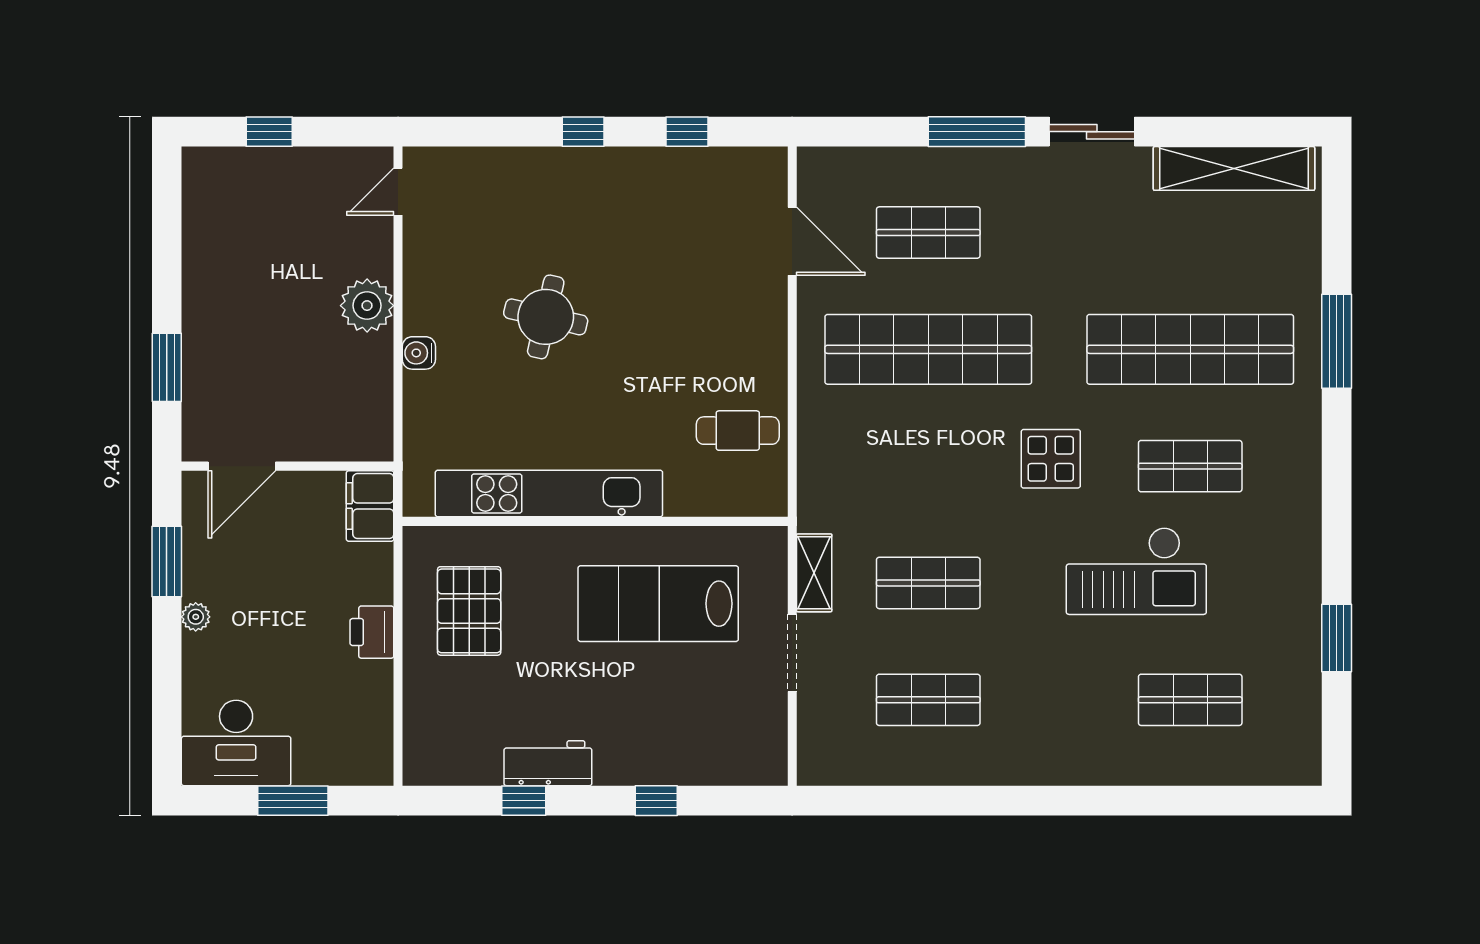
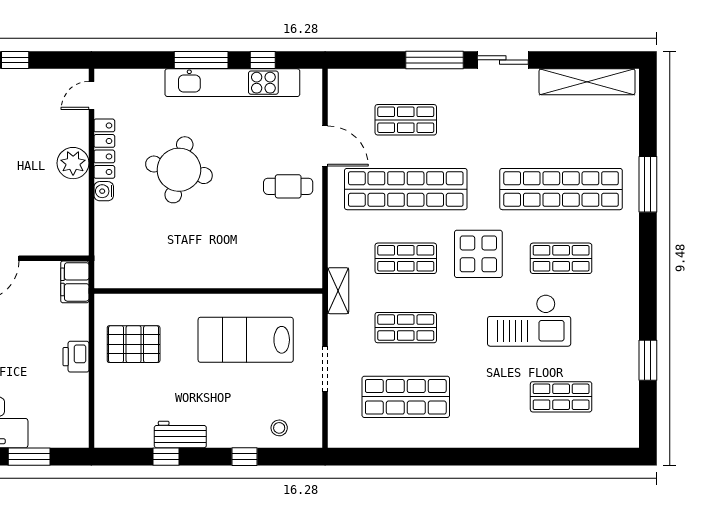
window: (583, 132) -> (201, 60), width x2.17
door: (792, 241) -> (325, 146), moved
locker: (420, 281) -> (104, 149), added
round table: (546, 317) -> (179, 170), width x1.36, depth x1.36
cafe table: (738, 431) -> (288, 186), moved
display table: (1051, 459) -> (478, 254), width x1.36, depth x1.36
shop shelf: (928, 466) -> (406, 258), added
kitchen unit: (549, 494) -> (232, 83), moved, turned 180
shelving: (814, 573) -> (338, 291), moved
pallet: (469, 611) -> (134, 344), turned 90
shop shelf: (928, 700) -> (406, 397), width x1.43, depth x1.36
stool: (715, 752) -> (279, 428), added

